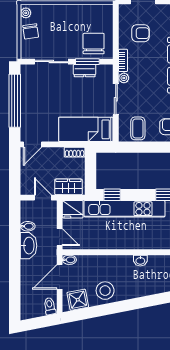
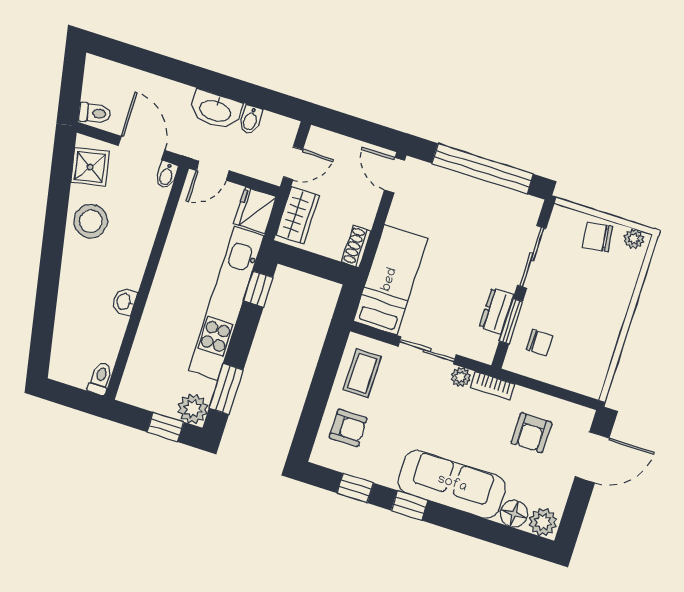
chair: (94, 44) -> (540, 343), width x0.54, depth x0.54
coffee table: (138, 128) -> (362, 373), turned 90

